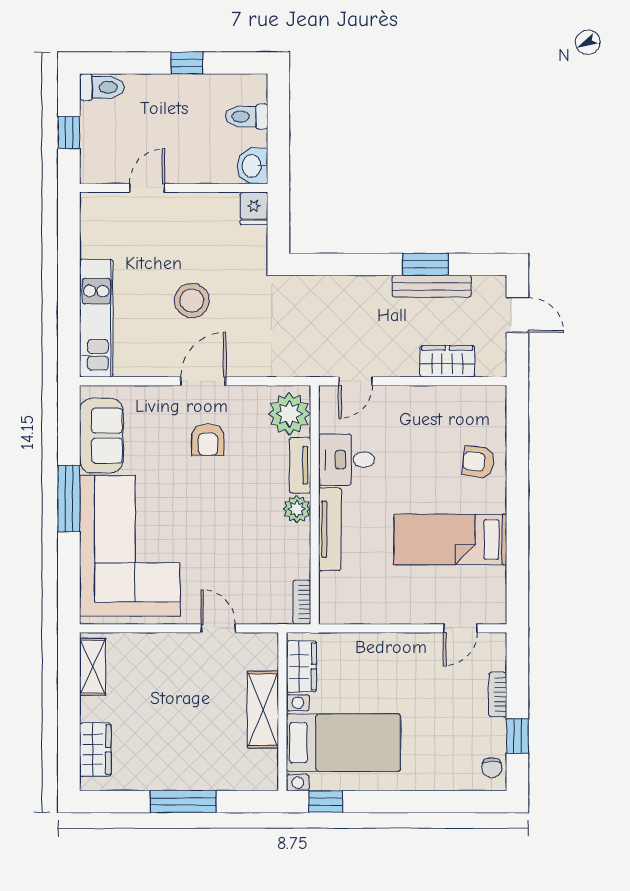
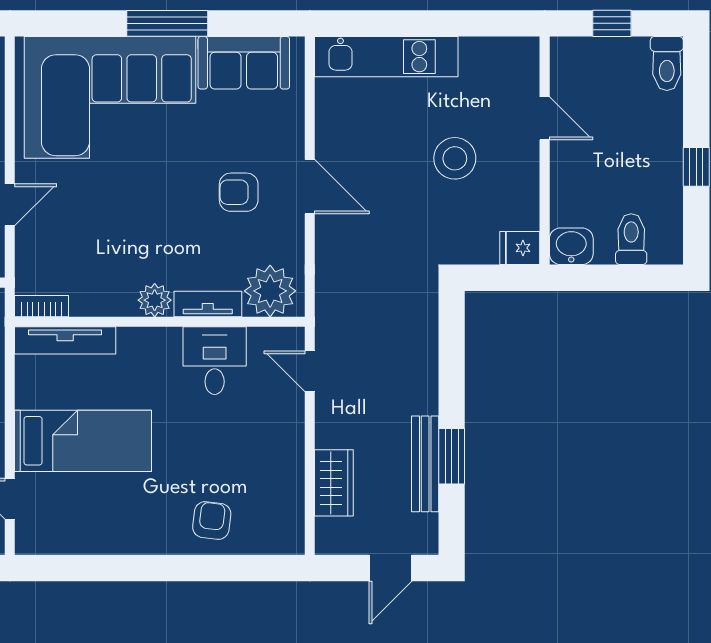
stool: (192, 300) -> (455, 158), moved
tv unit: (330, 529) -> (65, 340), moved
bed: (450, 539) -> (83, 441), moved, turned 90

